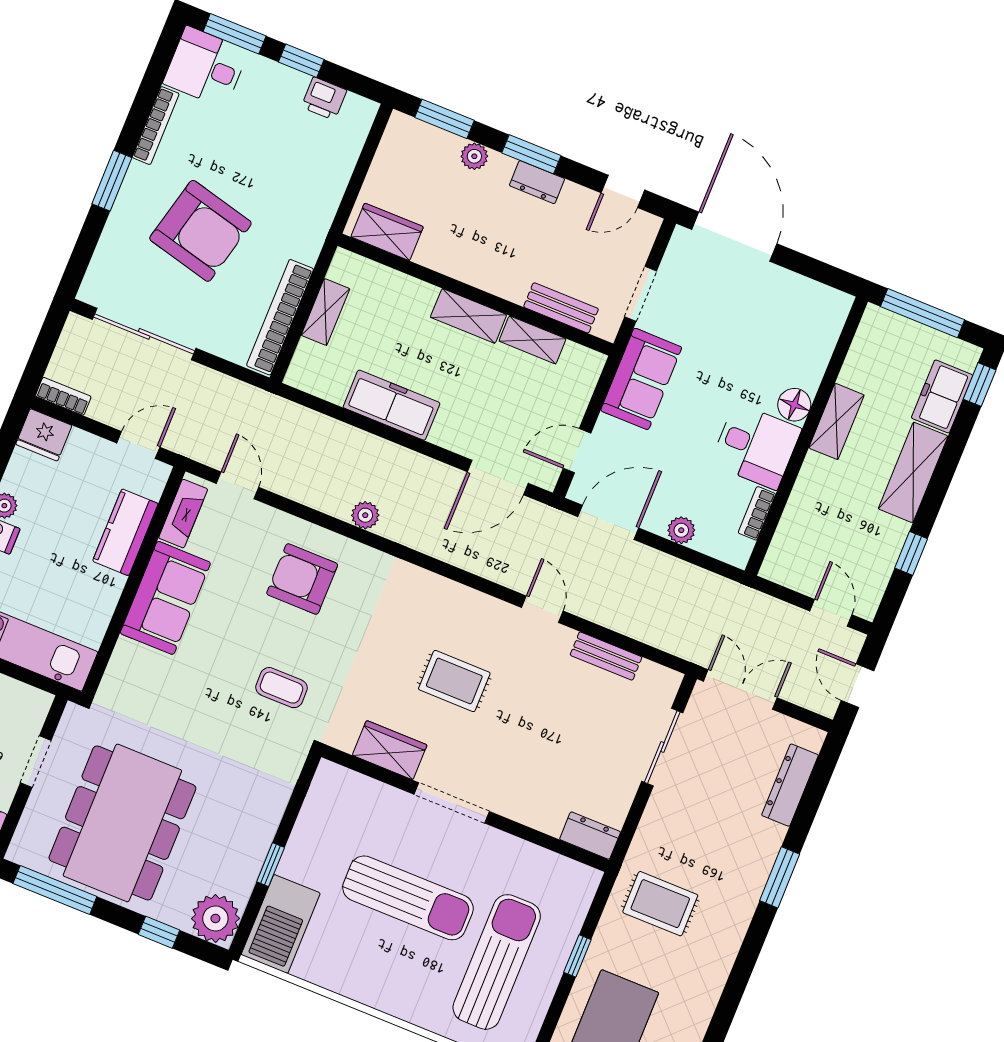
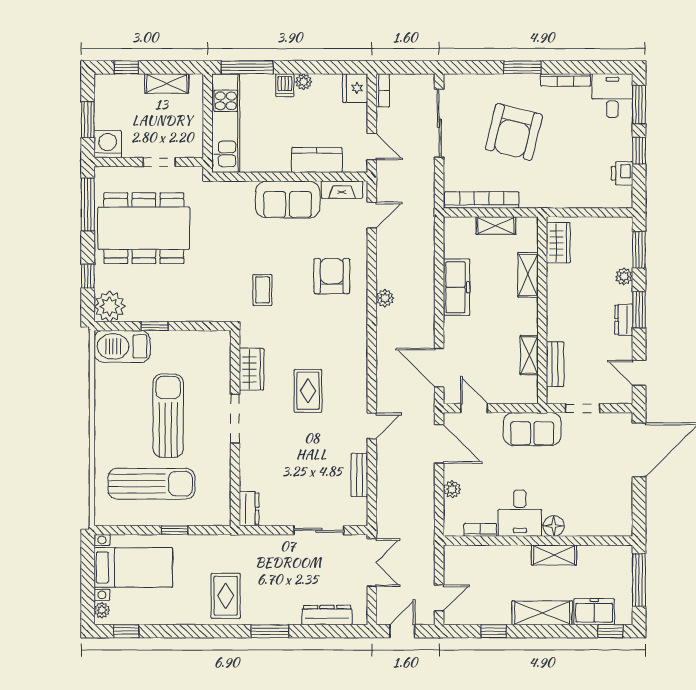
shelving: (469, 316) -> (528, 275), moved
sun lounger: (408, 898) -> (168, 416), turned 180
rug: (660, 904) -> (226, 596), moved

